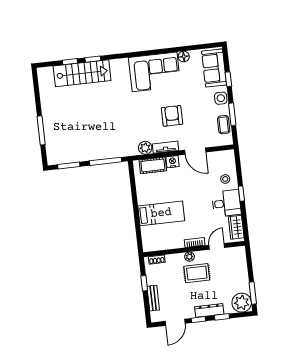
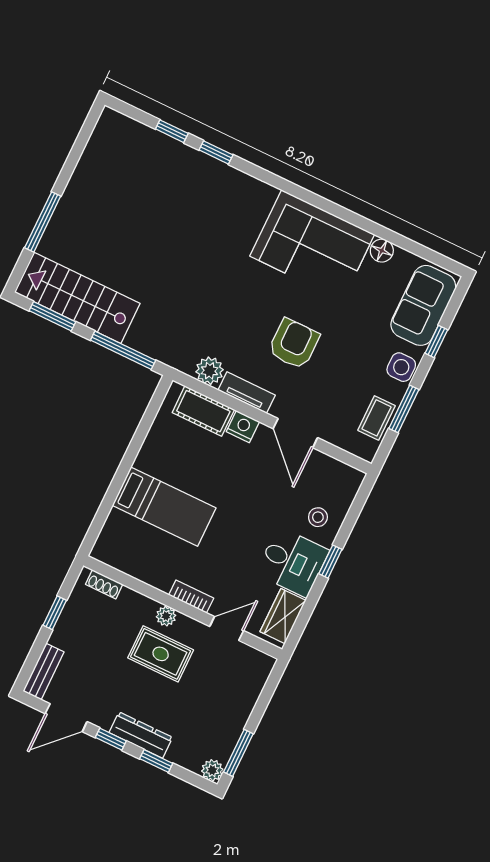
stairs: (82, 73) -> (77, 298), moved, turned 180
bench: (153, 298) -> (43, 672), moved
plant: (242, 303) -> (212, 770), width x0.53, depth x0.53

